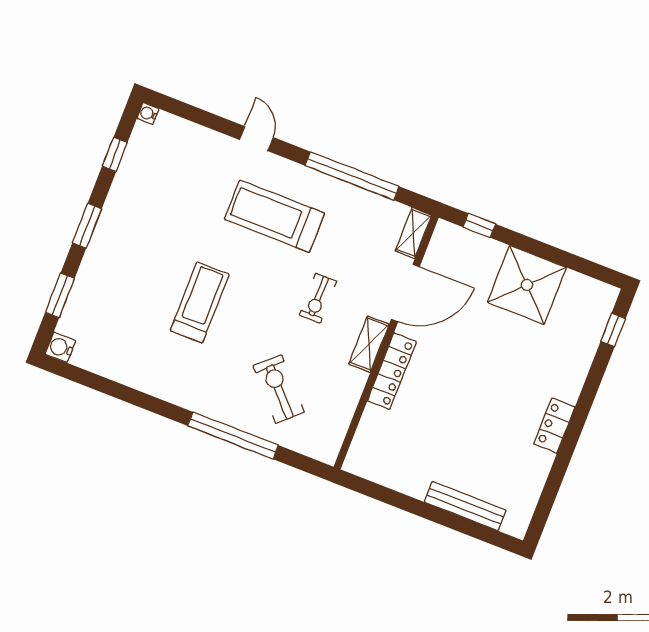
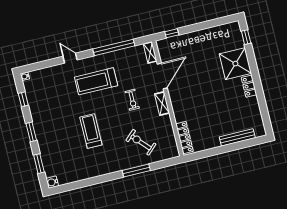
shower: (527, 285) -> (235, 64), moved
locker: (392, 371) -> (184, 138), moved
window: (233, 435) -> (136, 170), width x0.68

